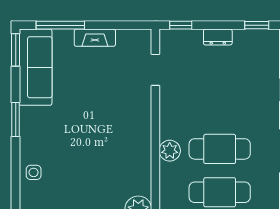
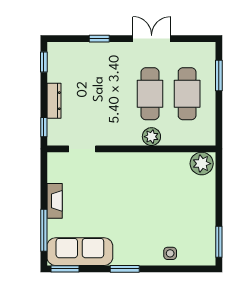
dresser: (218, 37) -> (54, 101), width x1.44

